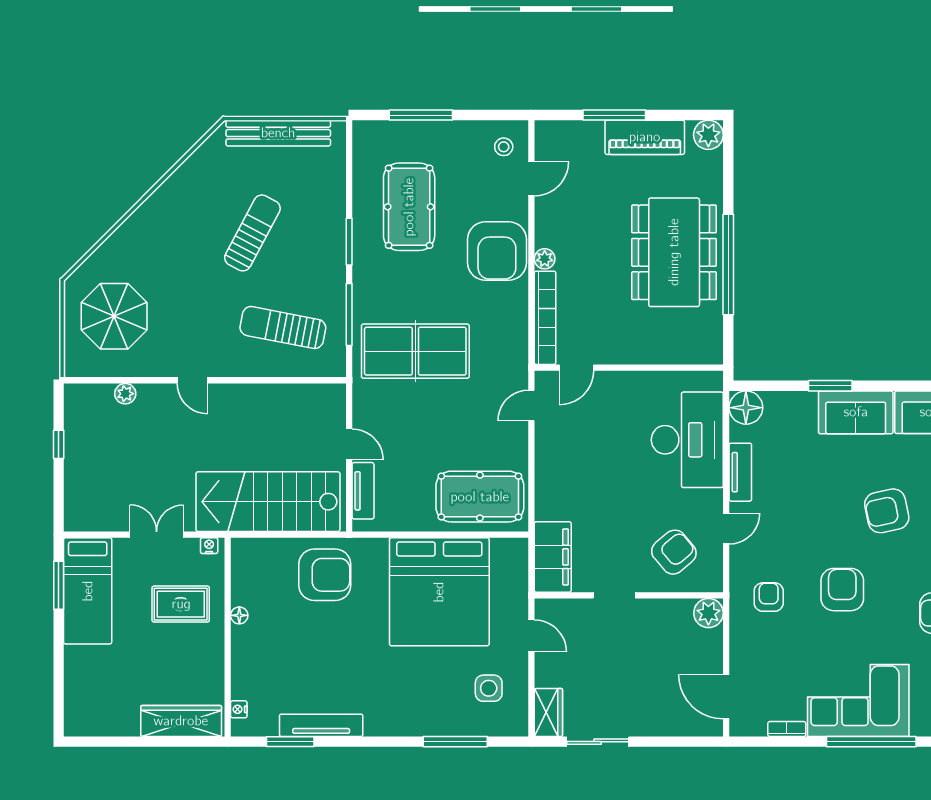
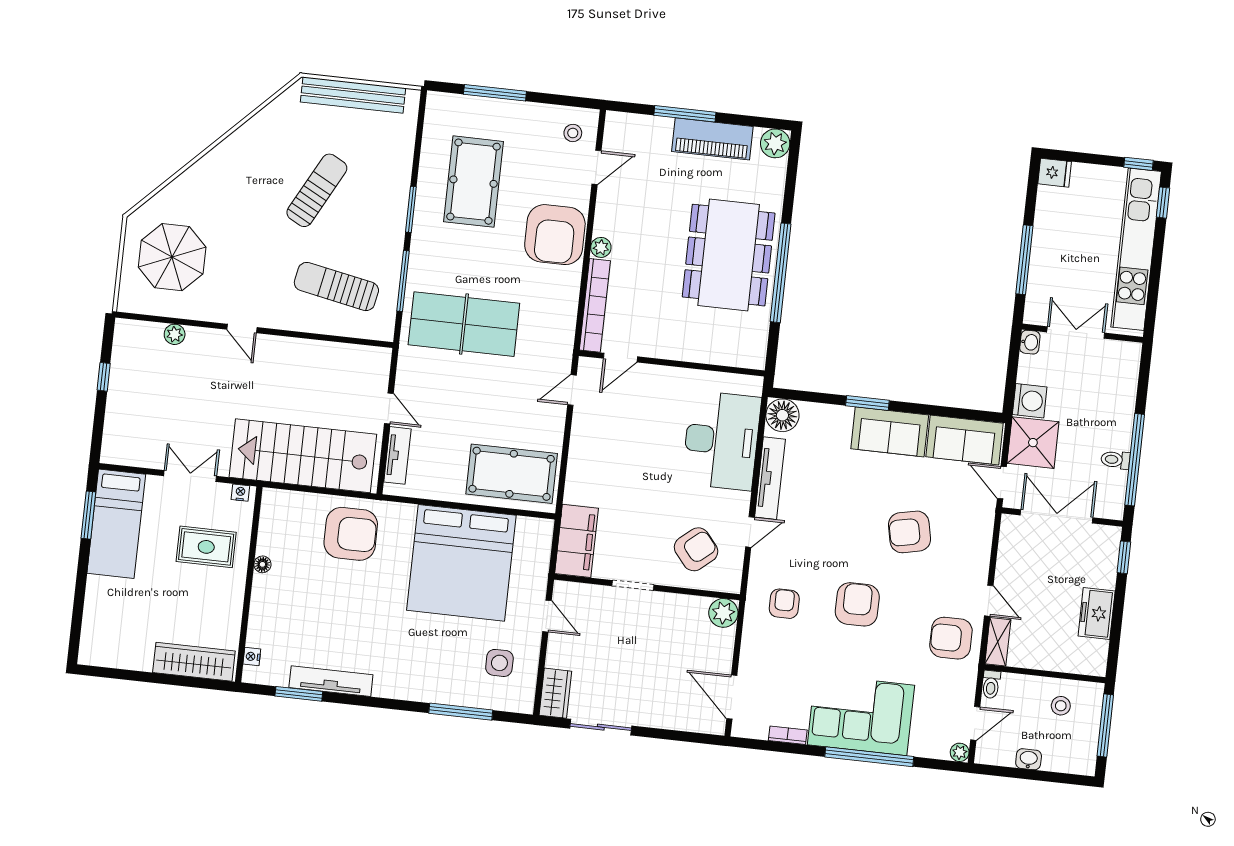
tv unit: (740, 472) -> (770, 478), width x1.41

